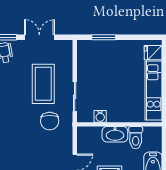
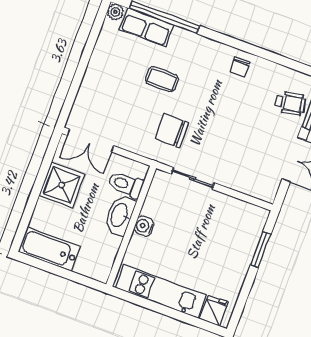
coffee table: (43, 84) -> (162, 79), moved, width x0.54, depth x0.58
water cooler: (100, 116) -> (144, 226), moved
toilet: (136, 138) -> (126, 185), moved

